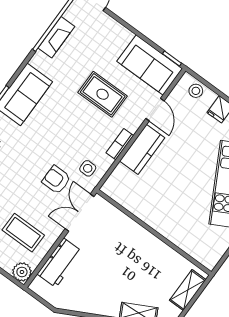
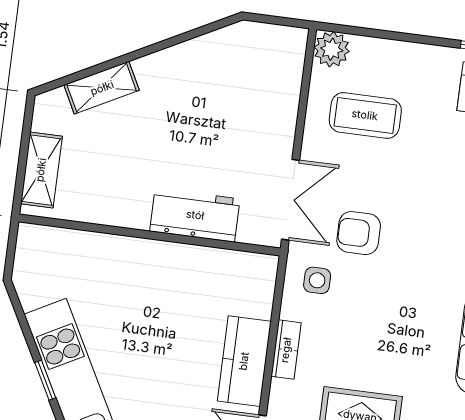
armchair: (56, 180) -> (359, 233), turned 180
workbench: (60, 263) -> (195, 215), moved, turned 90

